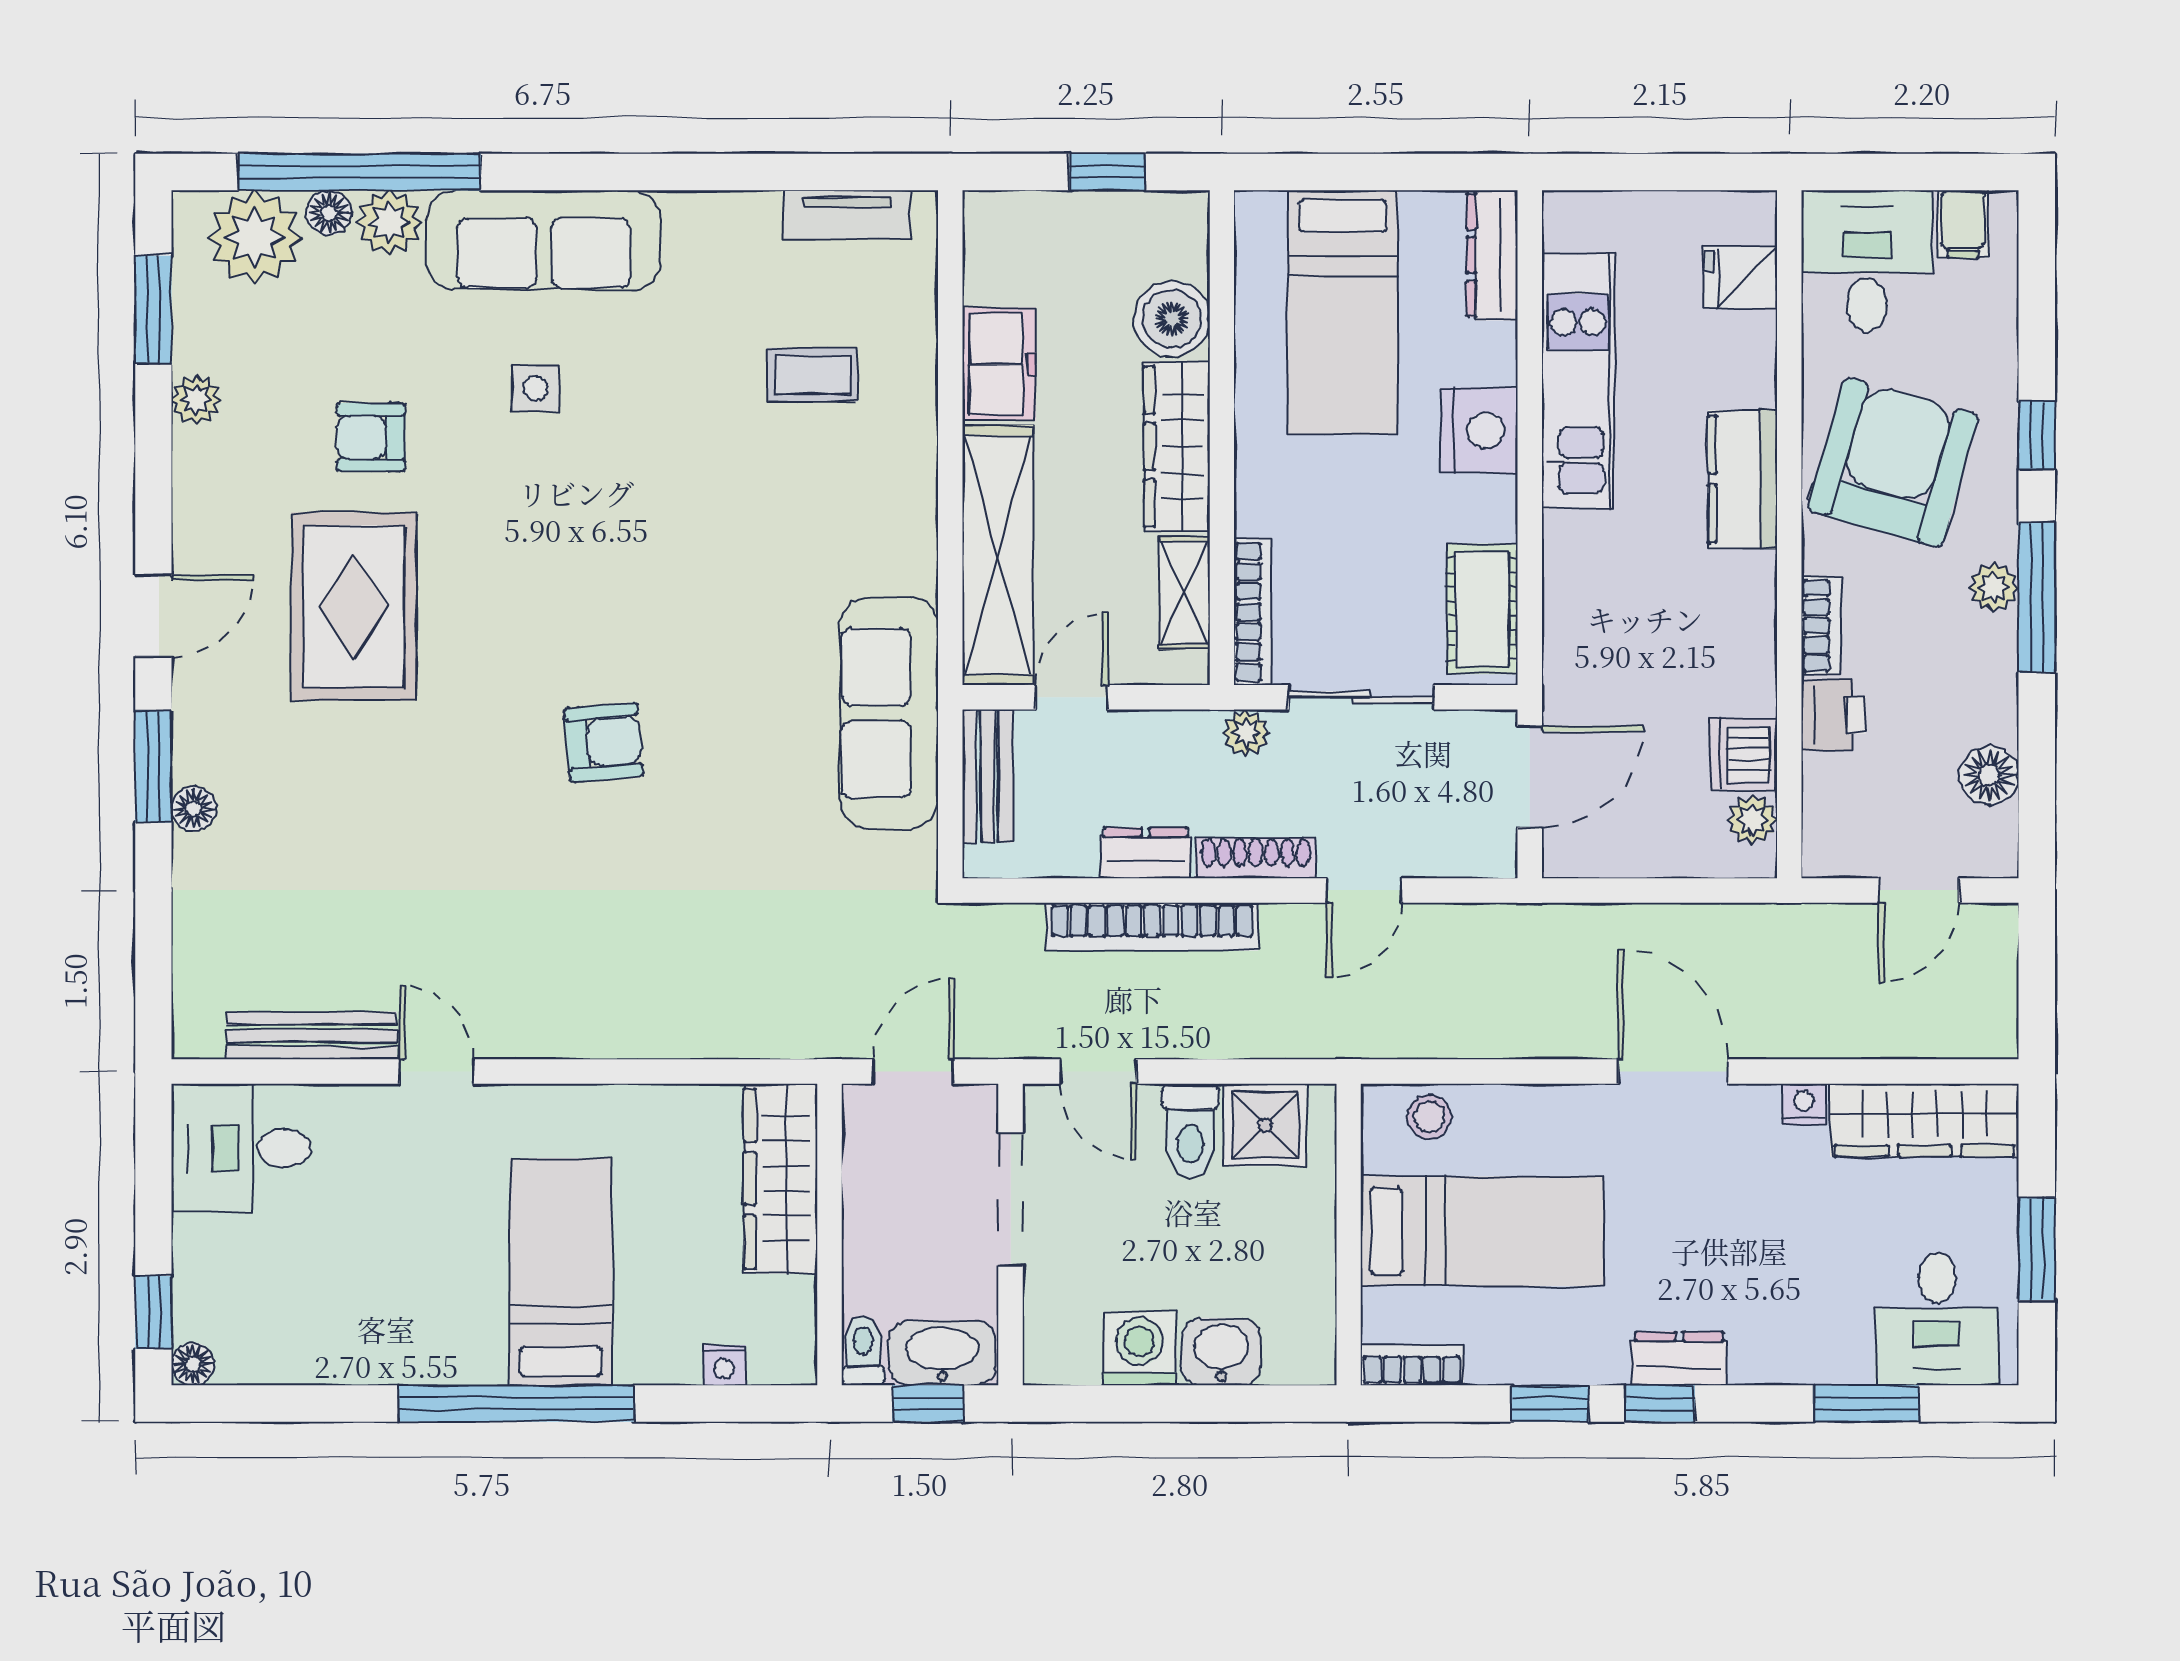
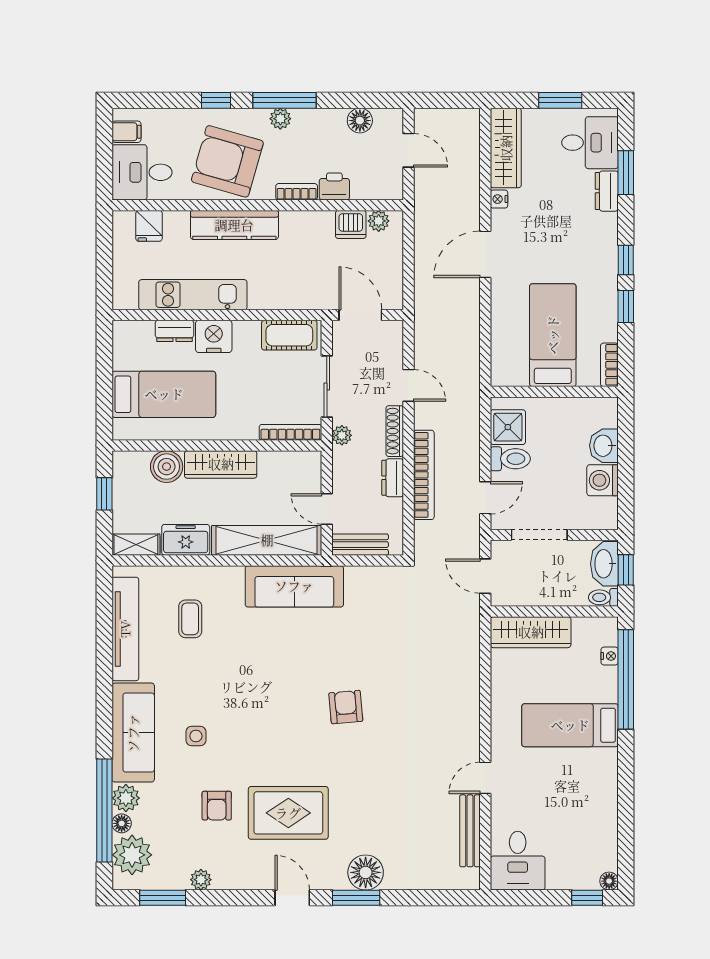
tv unit: (847, 215) -> (125, 629), width x1.92, depth x1.29
dresser: (1492, 255) -> (174, 331), moved, width x0.70
kitchen counter: (1743, 479) -> (234, 225), width x1.50
shelving: (1184, 593) -> (136, 545), moved
sofa: (889, 713) -> (294, 586), moved
floor lamp: (194, 809) -> (366, 872), width x1.89, depth x1.89
stool: (1429, 1117) -> (504, 358), removed
dresser: (1679, 1359) -> (607, 191), moved
window: (516, 1404) -> (626, 679), moved

